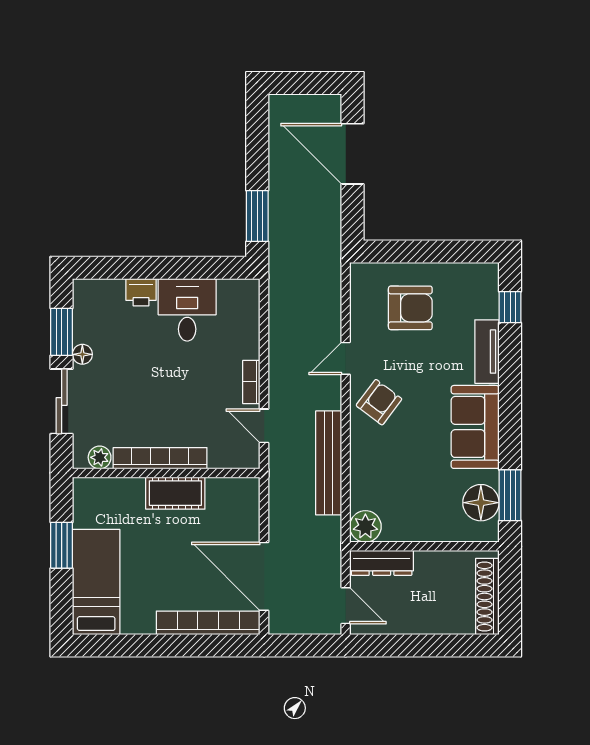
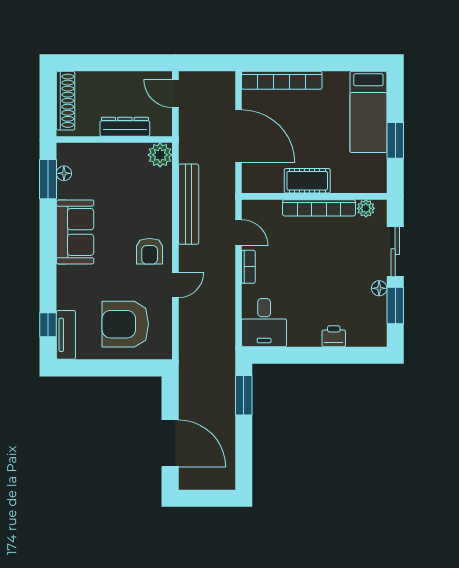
armchair: (410, 308) -> (125, 324), width x1.36, depth x1.36
desk: (187, 310) -> (264, 323), moved
tv unit: (487, 352) -> (66, 335), moved
armchair: (379, 402) -> (150, 251), turned -37
floor lamp: (481, 503) -> (64, 173), width x0.53, depth x0.53
dresser: (382, 563) -> (125, 127), moved
door: (264, 576) -> (238, 136), moved

